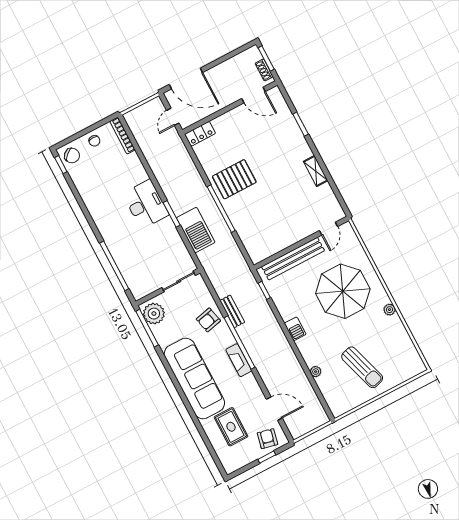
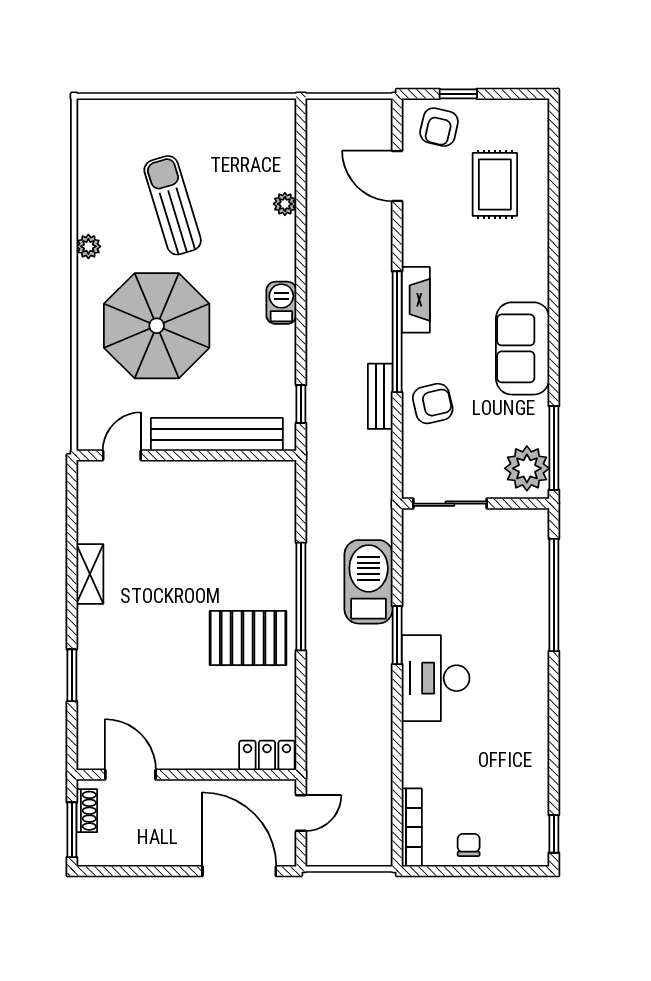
chair: (72, 155) -> (524, 840), removed
sun lounger: (362, 367) -> (173, 205), moved
sofa: (194, 378) -> (523, 348), width x0.54, depth x0.79

